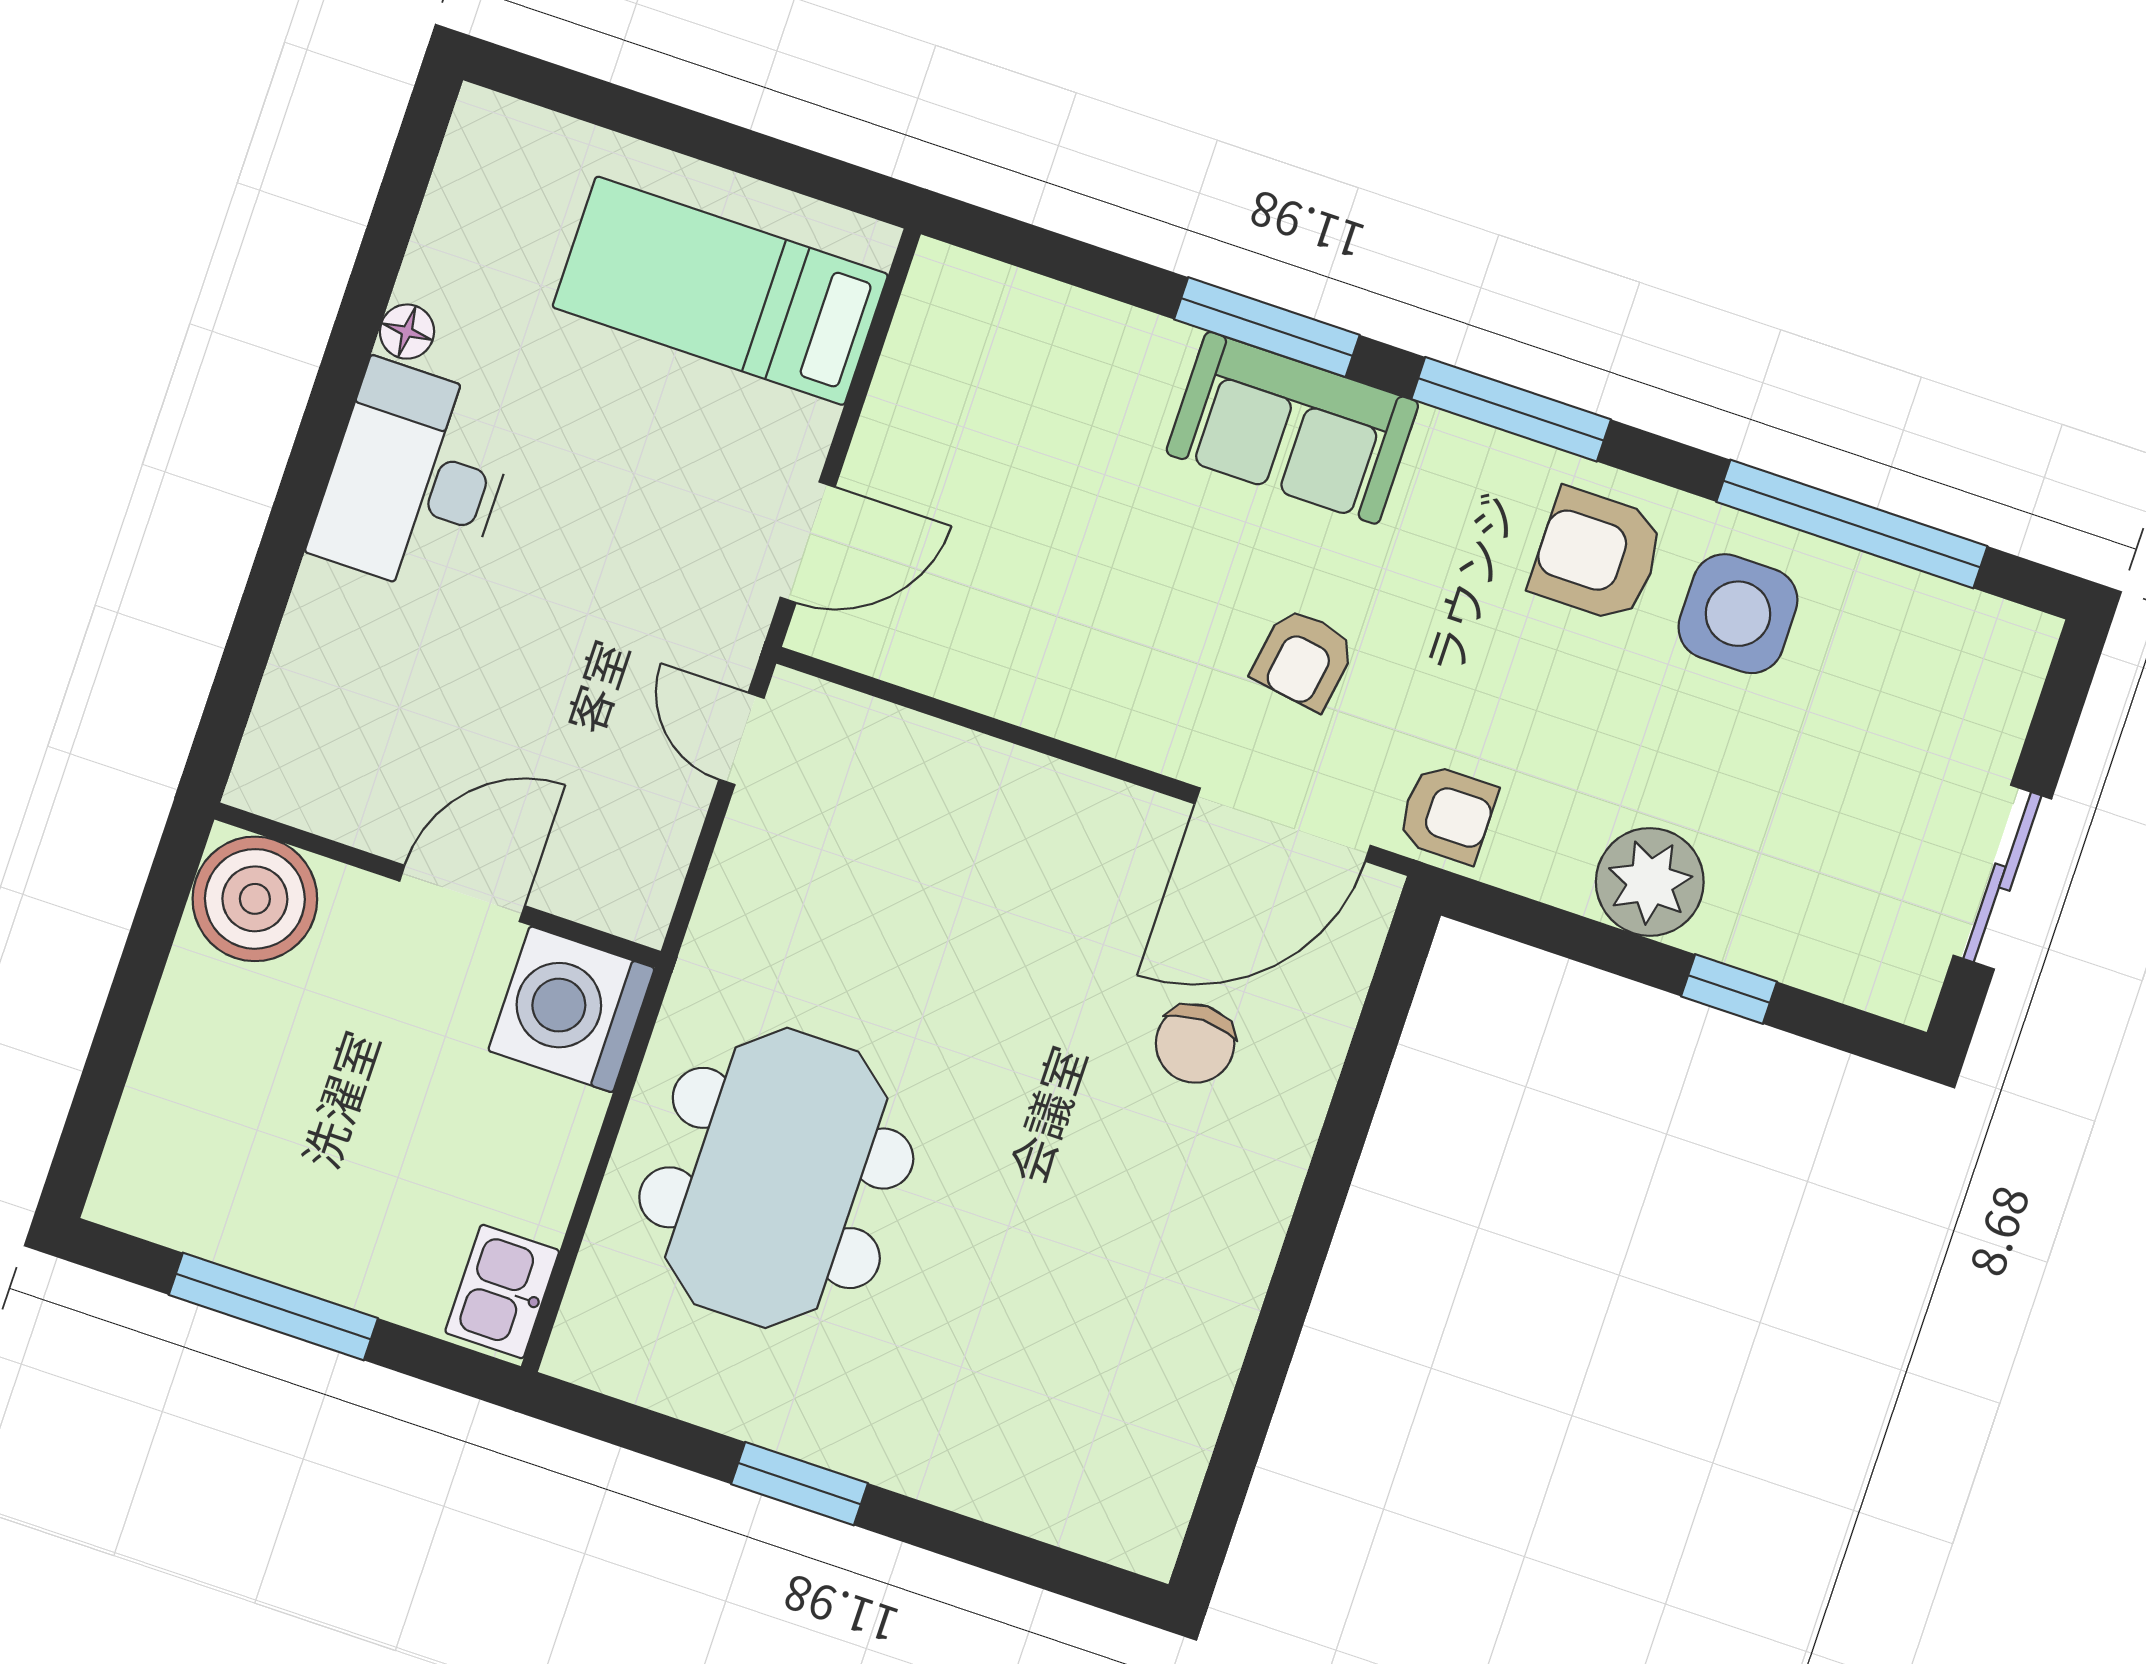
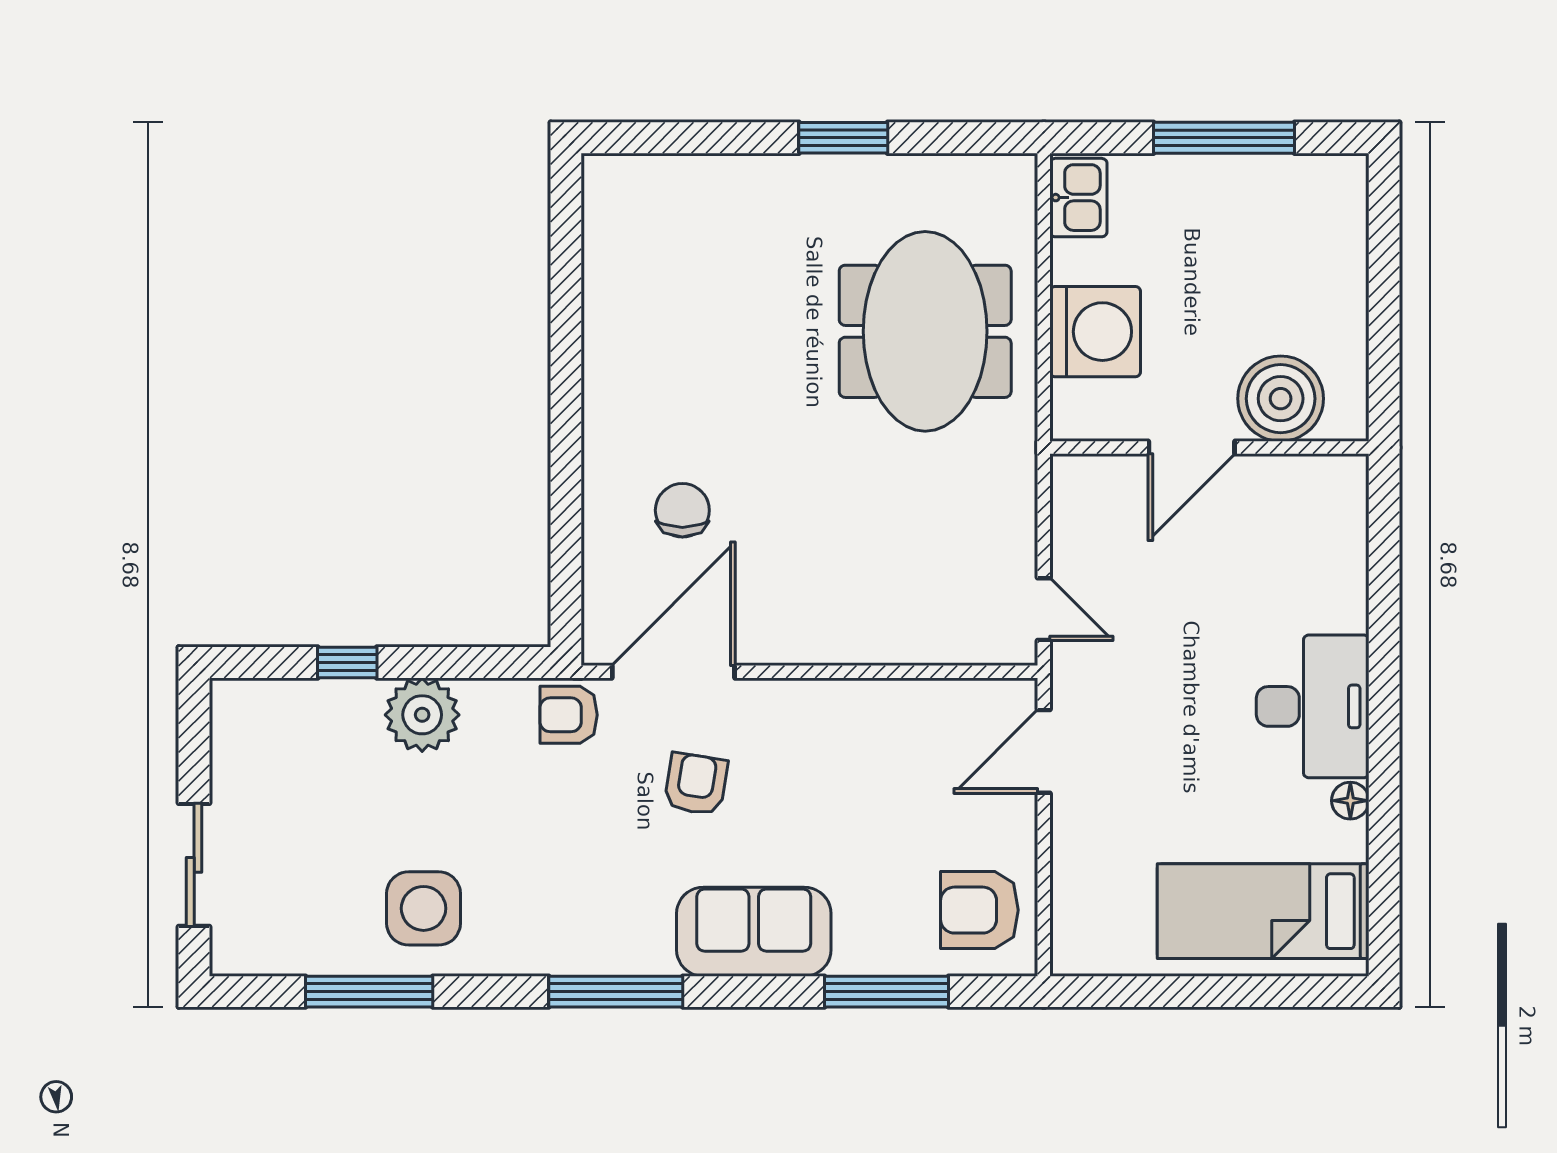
bed: (720, 291) -> (1263, 911), moved, turned 180
window: (1267, 327) -> (886, 992), moved
window: (1852, 524) -> (369, 992), width x0.68
armchair: (1597, 555) -> (979, 910), moved, turned 180
sliding door: (2002, 877) -> (194, 865), moved
boiler: (255, 899) -> (1281, 399), moved
washing machine: (571, 1009) -> (1095, 332), moved

